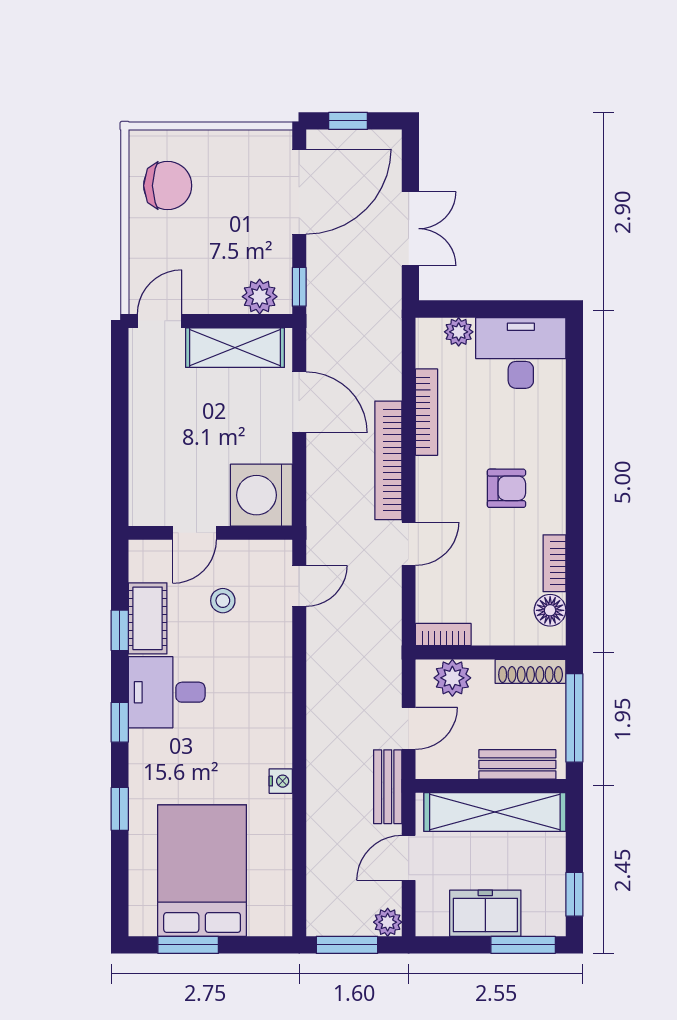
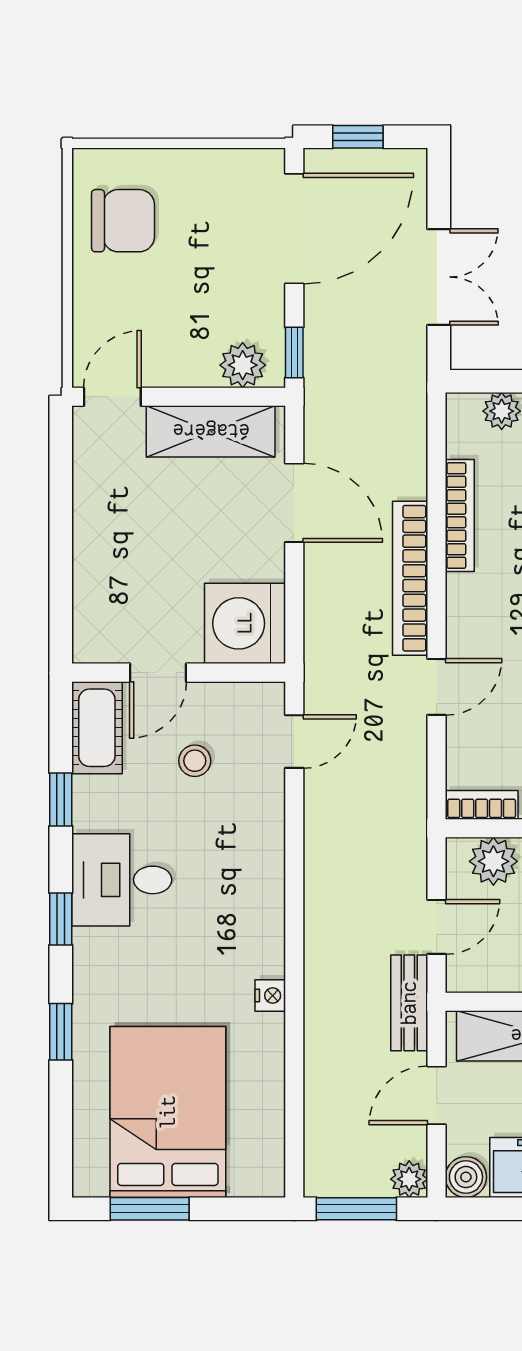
cot: (148, 618) -> (97, 728), moved
boiler: (431, 921) -> (466, 1177), added

